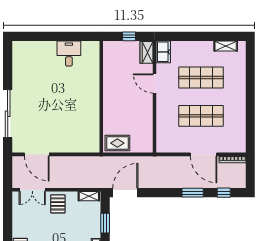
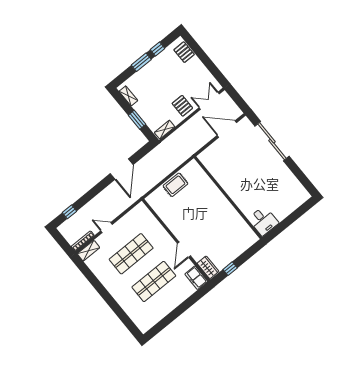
shelving: (226, 46) -> (88, 251), moved
door: (154, 83) -> (184, 250), swing flipped
wall: (101, 97) -> (228, 198), moved
door: (204, 154) -> (107, 228), width x0.53
door: (125, 193) -> (122, 169), moved
window: (193, 193) -> (92, 194), removed

